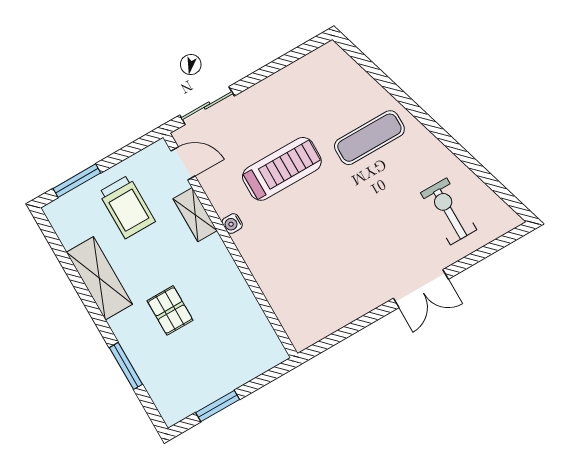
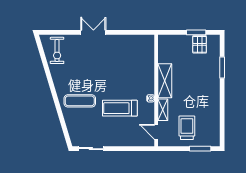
sliding door: (207, 106) -> (91, 149), moved
exercise bike: (449, 211) -> (57, 50), moved
shelving: (99, 278) -> (165, 81), moved
pallet: (170, 310) -> (200, 44), moved

